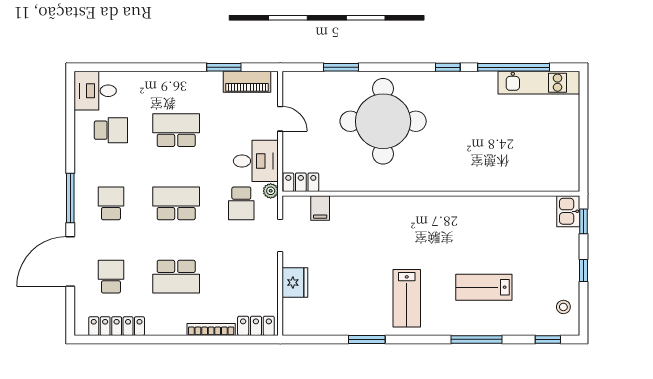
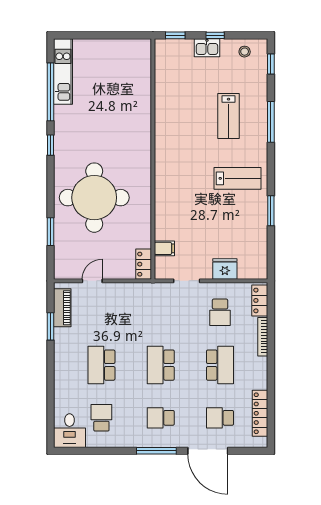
desk: (256, 161) -> (126, 301), removed
plant: (271, 191) -> (151, 289), removed
school desk: (241, 203) -> (220, 312), moved, turned 90
kitchen sink: (568, 211) -> (207, 48), moved

